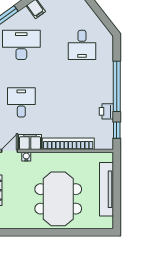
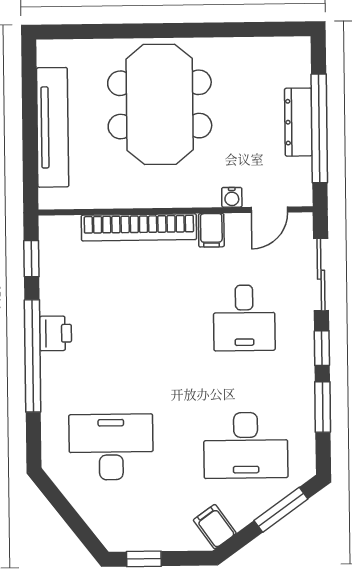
desk: (82, 45) -> (111, 447), width x1.37
printer: (106, 111) -> (55, 333), moved
filing cabinet: (30, 142) -> (211, 230), width x0.50

